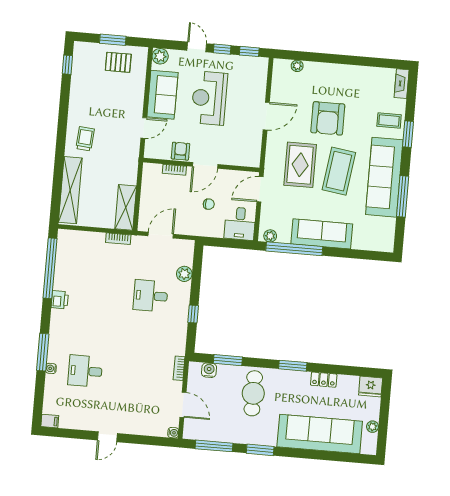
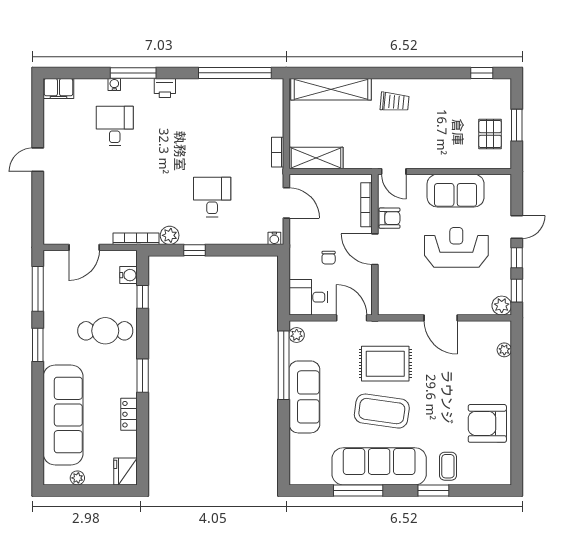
plant: (160, 56) -> (502, 306), moved
fireplace: (402, 84) -> (494, 477), removed
armchair: (328, 118) -> (487, 423), moved
door: (144, 128) -> (394, 171), moved
bookcase: (174, 170) -> (367, 205), width x1.56
plant: (184, 274) -> (170, 235), moved
printer: (60, 300) -> (165, 88), moved
window: (228, 360) -> (143, 297), width x0.67
bookcase: (179, 368) -> (136, 239), width x1.56
filing cabinet: (50, 421) -> (58, 89), width x2.00
water cooler: (173, 433) -> (274, 238), moved
door: (107, 437) -> (38, 160), hinge flipped

